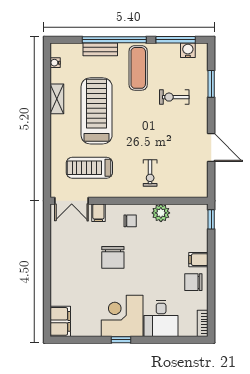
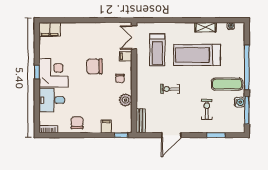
bench: (100, 49) -> (141, 121), moved
water cooler: (188, 50) -> (239, 102), moved
treadmill: (97, 111) -> (197, 55), turned 180
treadmill: (89, 168) -> (157, 50), turned 180
exercise bike: (150, 173) -> (170, 89), moved
filing cabinet: (198, 260) -> (106, 126), moved

